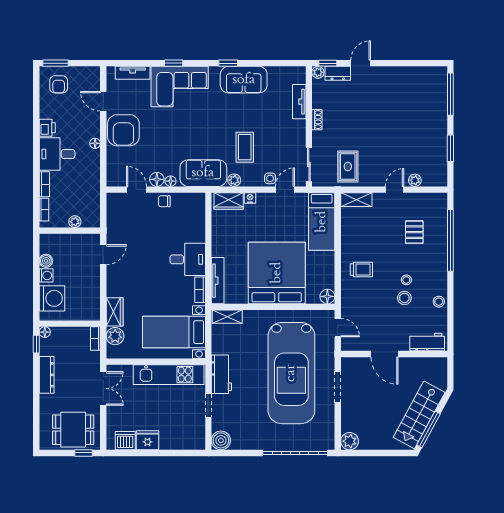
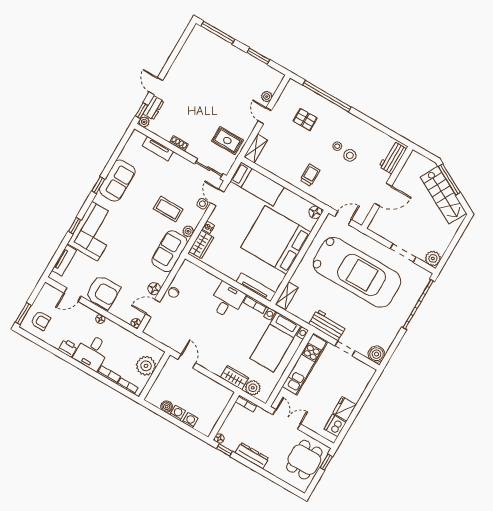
floor lamp: (171, 181) -> (136, 323), moved
plant: (75, 222) -> (146, 366), width x1.87, depth x1.87
washing machine: (52, 298) -> (190, 420), width x0.53, depth x0.53
stool: (439, 302) -> (368, 131), removed
doorway: (338, 387) -> (403, 253), moved
window: (428, 429) -> (449, 180), moved

